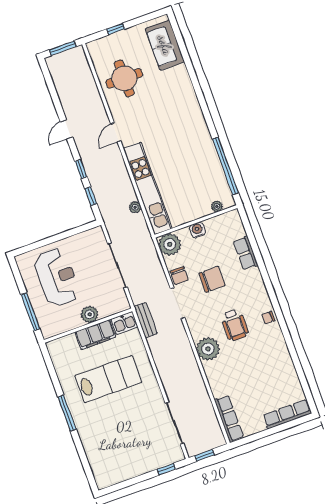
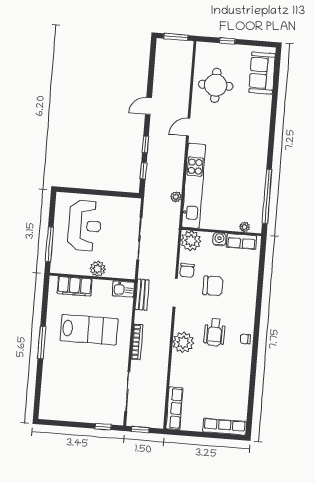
row of seats: (246, 253) -> (241, 242), moved, turned -90
filing cabinet: (95, 335) -> (75, 286), moved
bookcase: (162, 369) -> (137, 342), added

